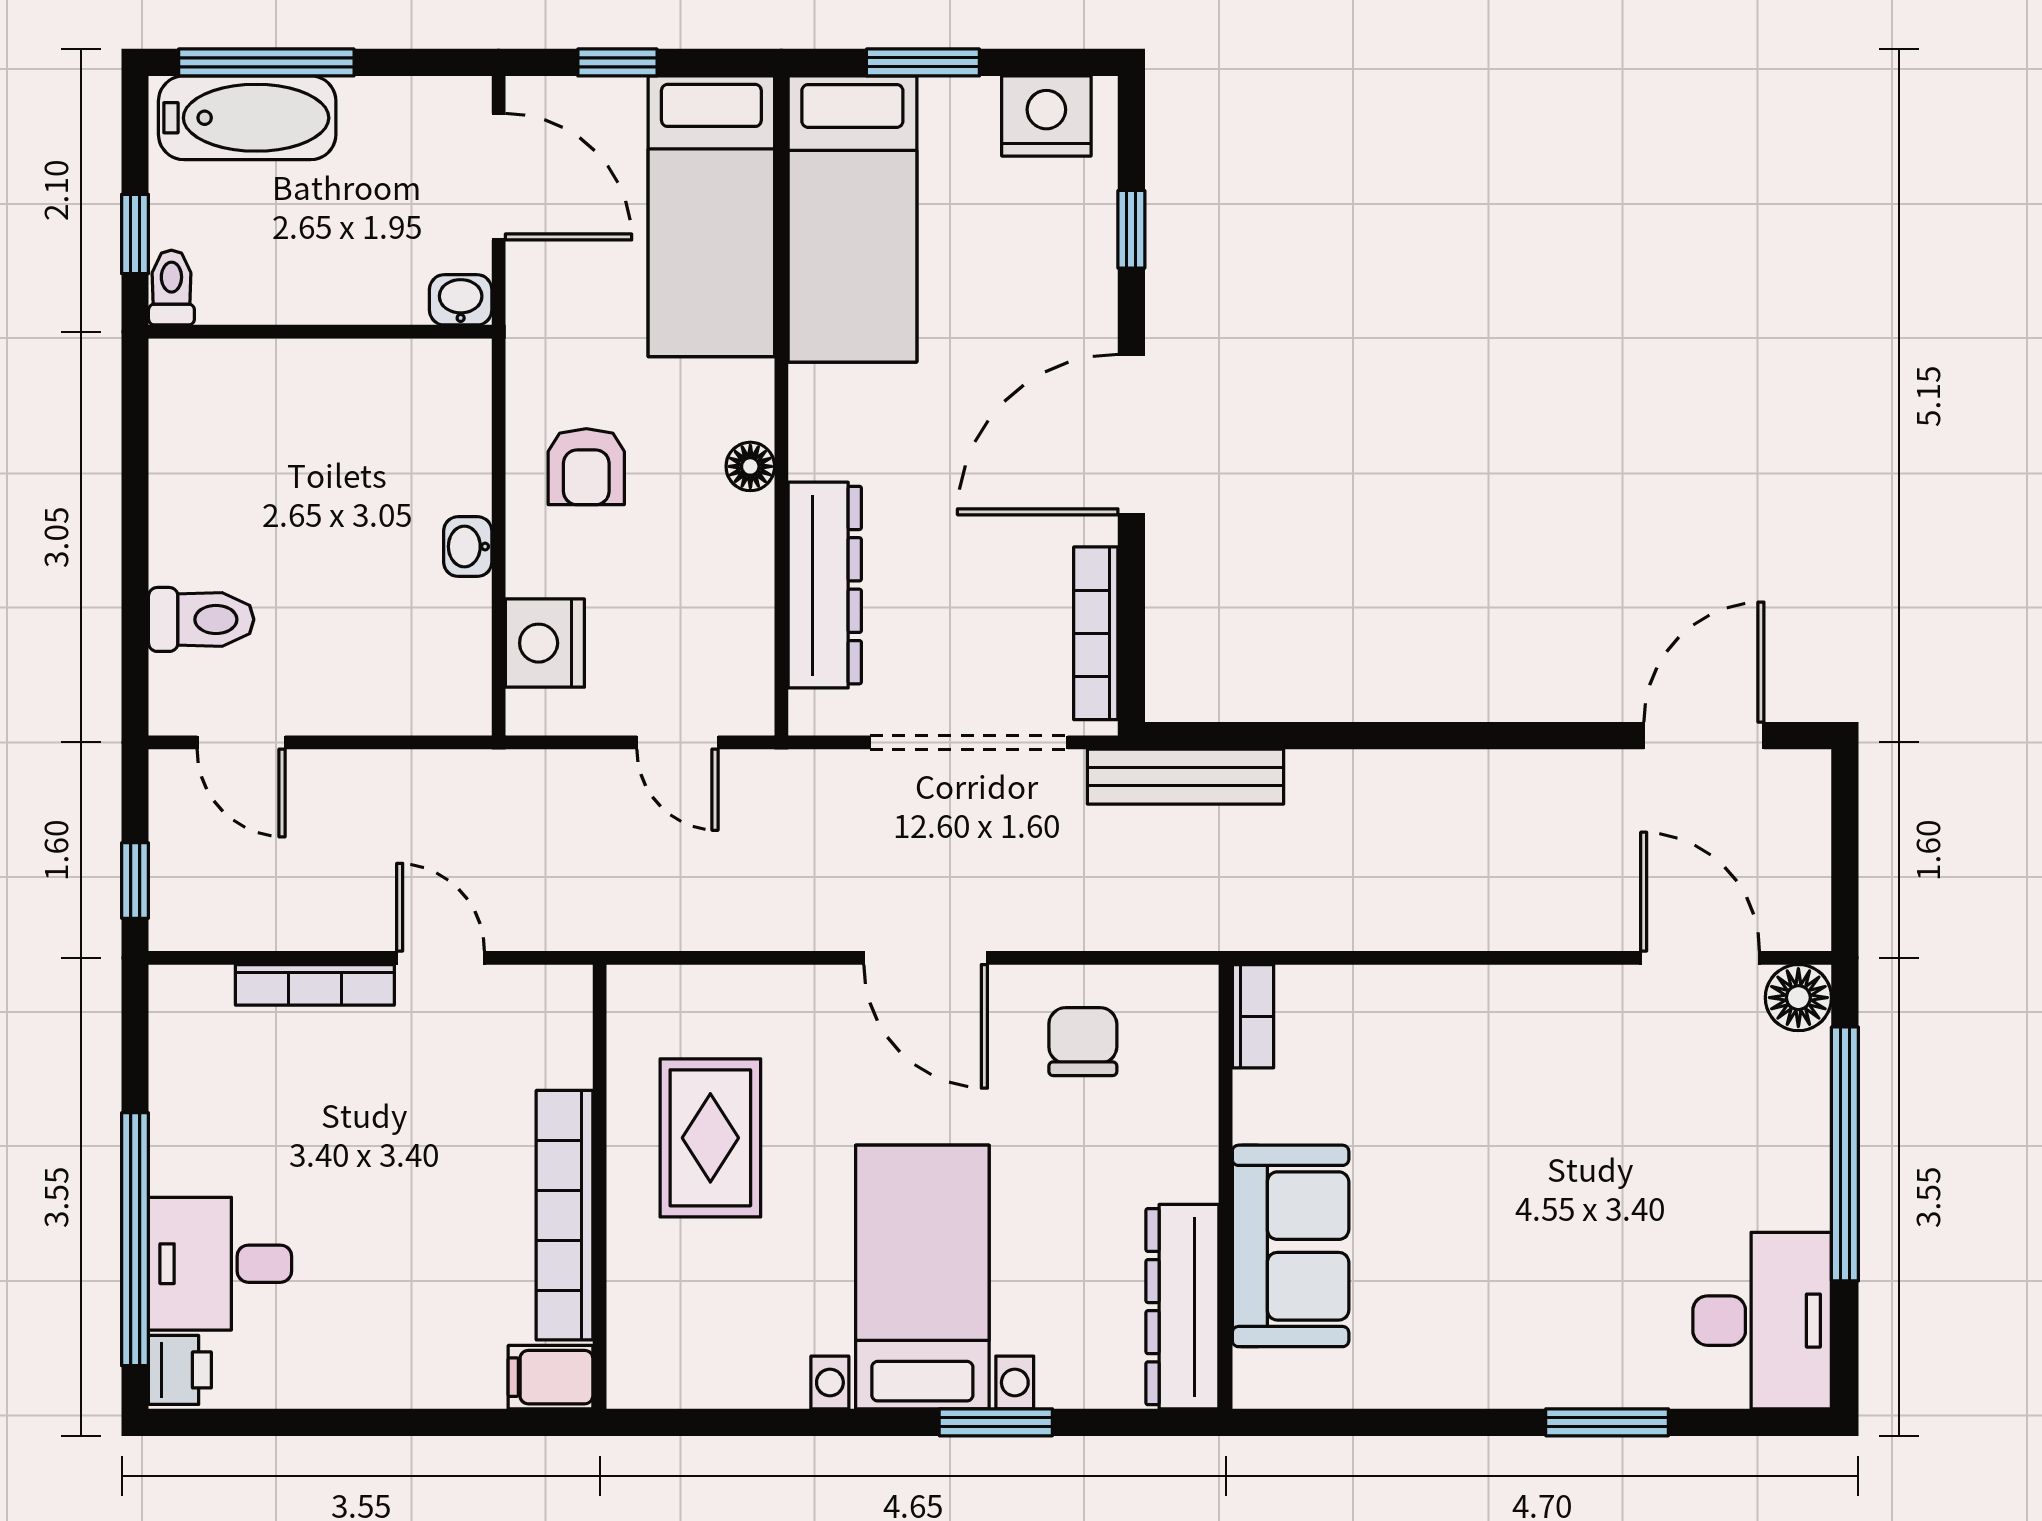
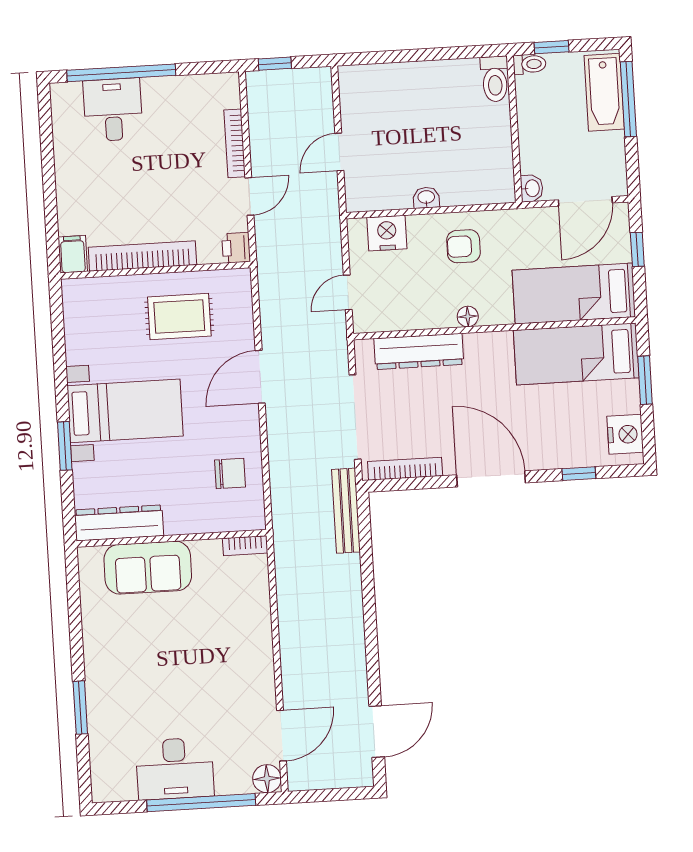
toilet: (201, 619) -> (495, 79), moved
door: (1704, 736) -> (377, 732), hinge flipped
door: (241, 742) -> (339, 152), moved
door: (926, 958) -> (260, 377), moved
desk: (1762, 1321) -> (175, 769), moved
printer: (180, 1370) -> (236, 248), moved, turned 90

